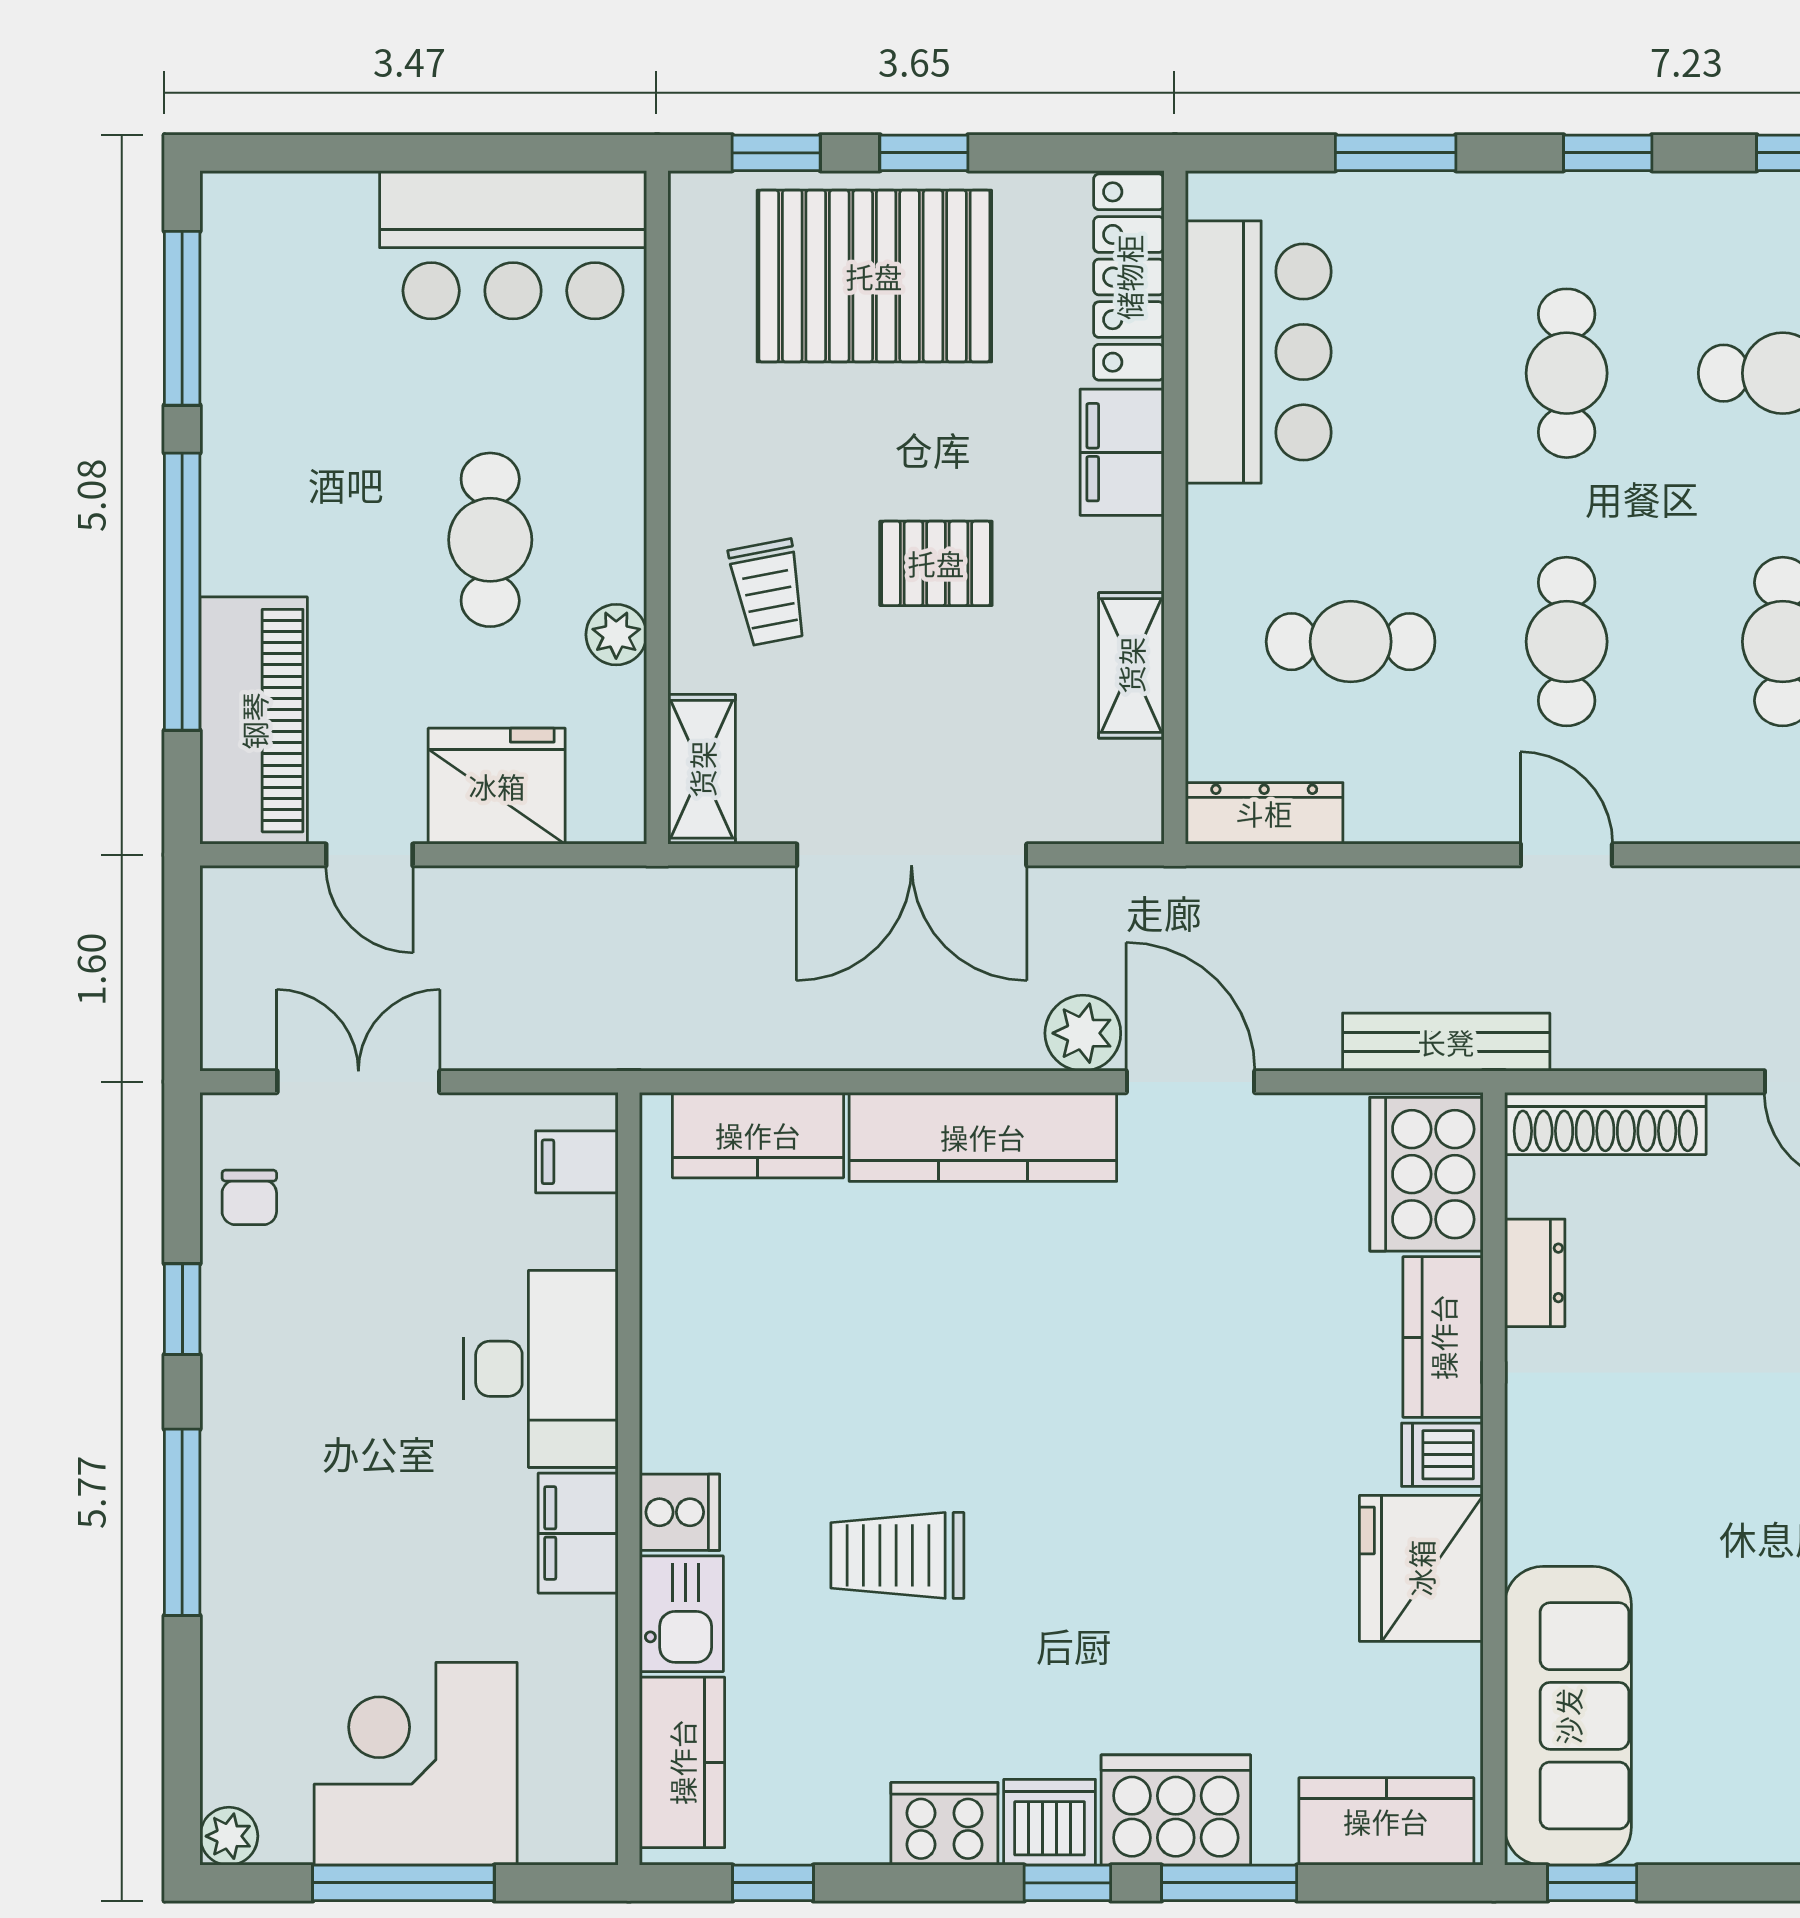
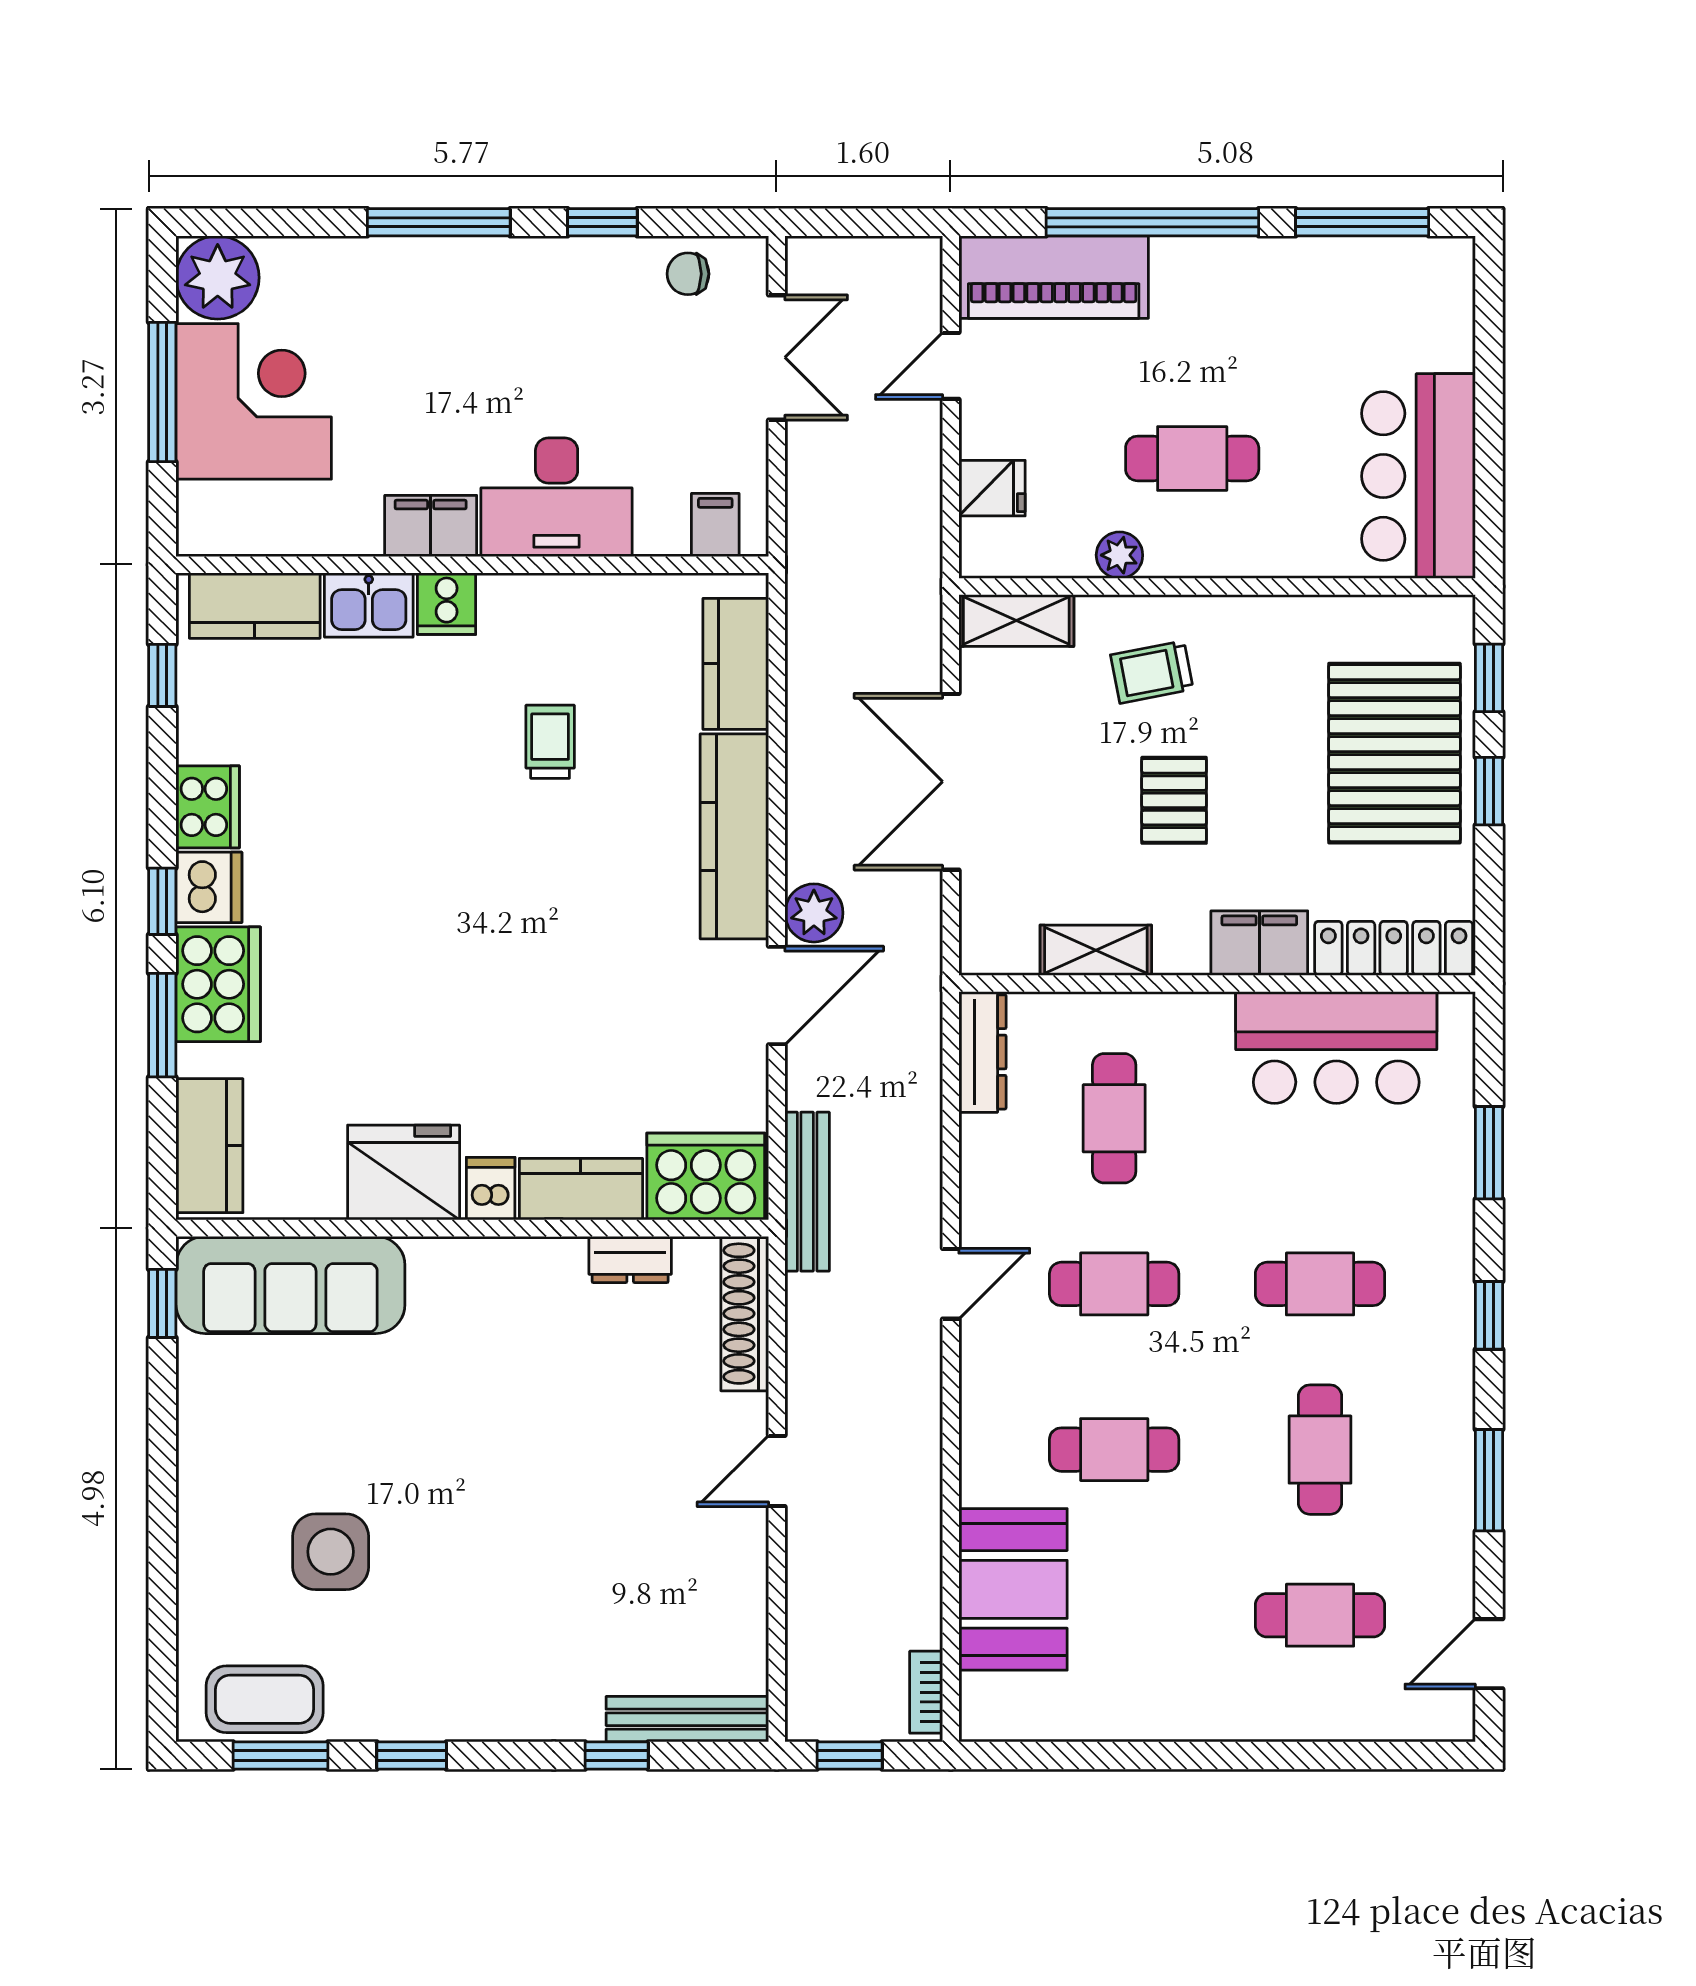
fridge: (497, 786) -> (992, 488), width x0.53, depth x0.75
trolley: (897, 1555) -> (550, 742), moved, width x0.73, depth x0.72
plant: (229, 1836) -> (218, 278), width x1.88, depth x1.88

